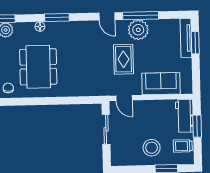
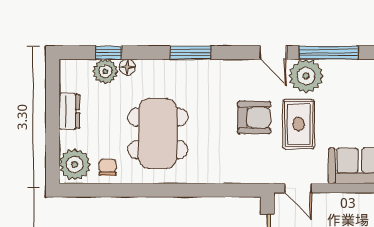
floor lamp: (40, 27) -> (127, 67), moved
plant: (138, 30) -> (306, 76), moved
armchair: (96, 56) -> (254, 118), added

